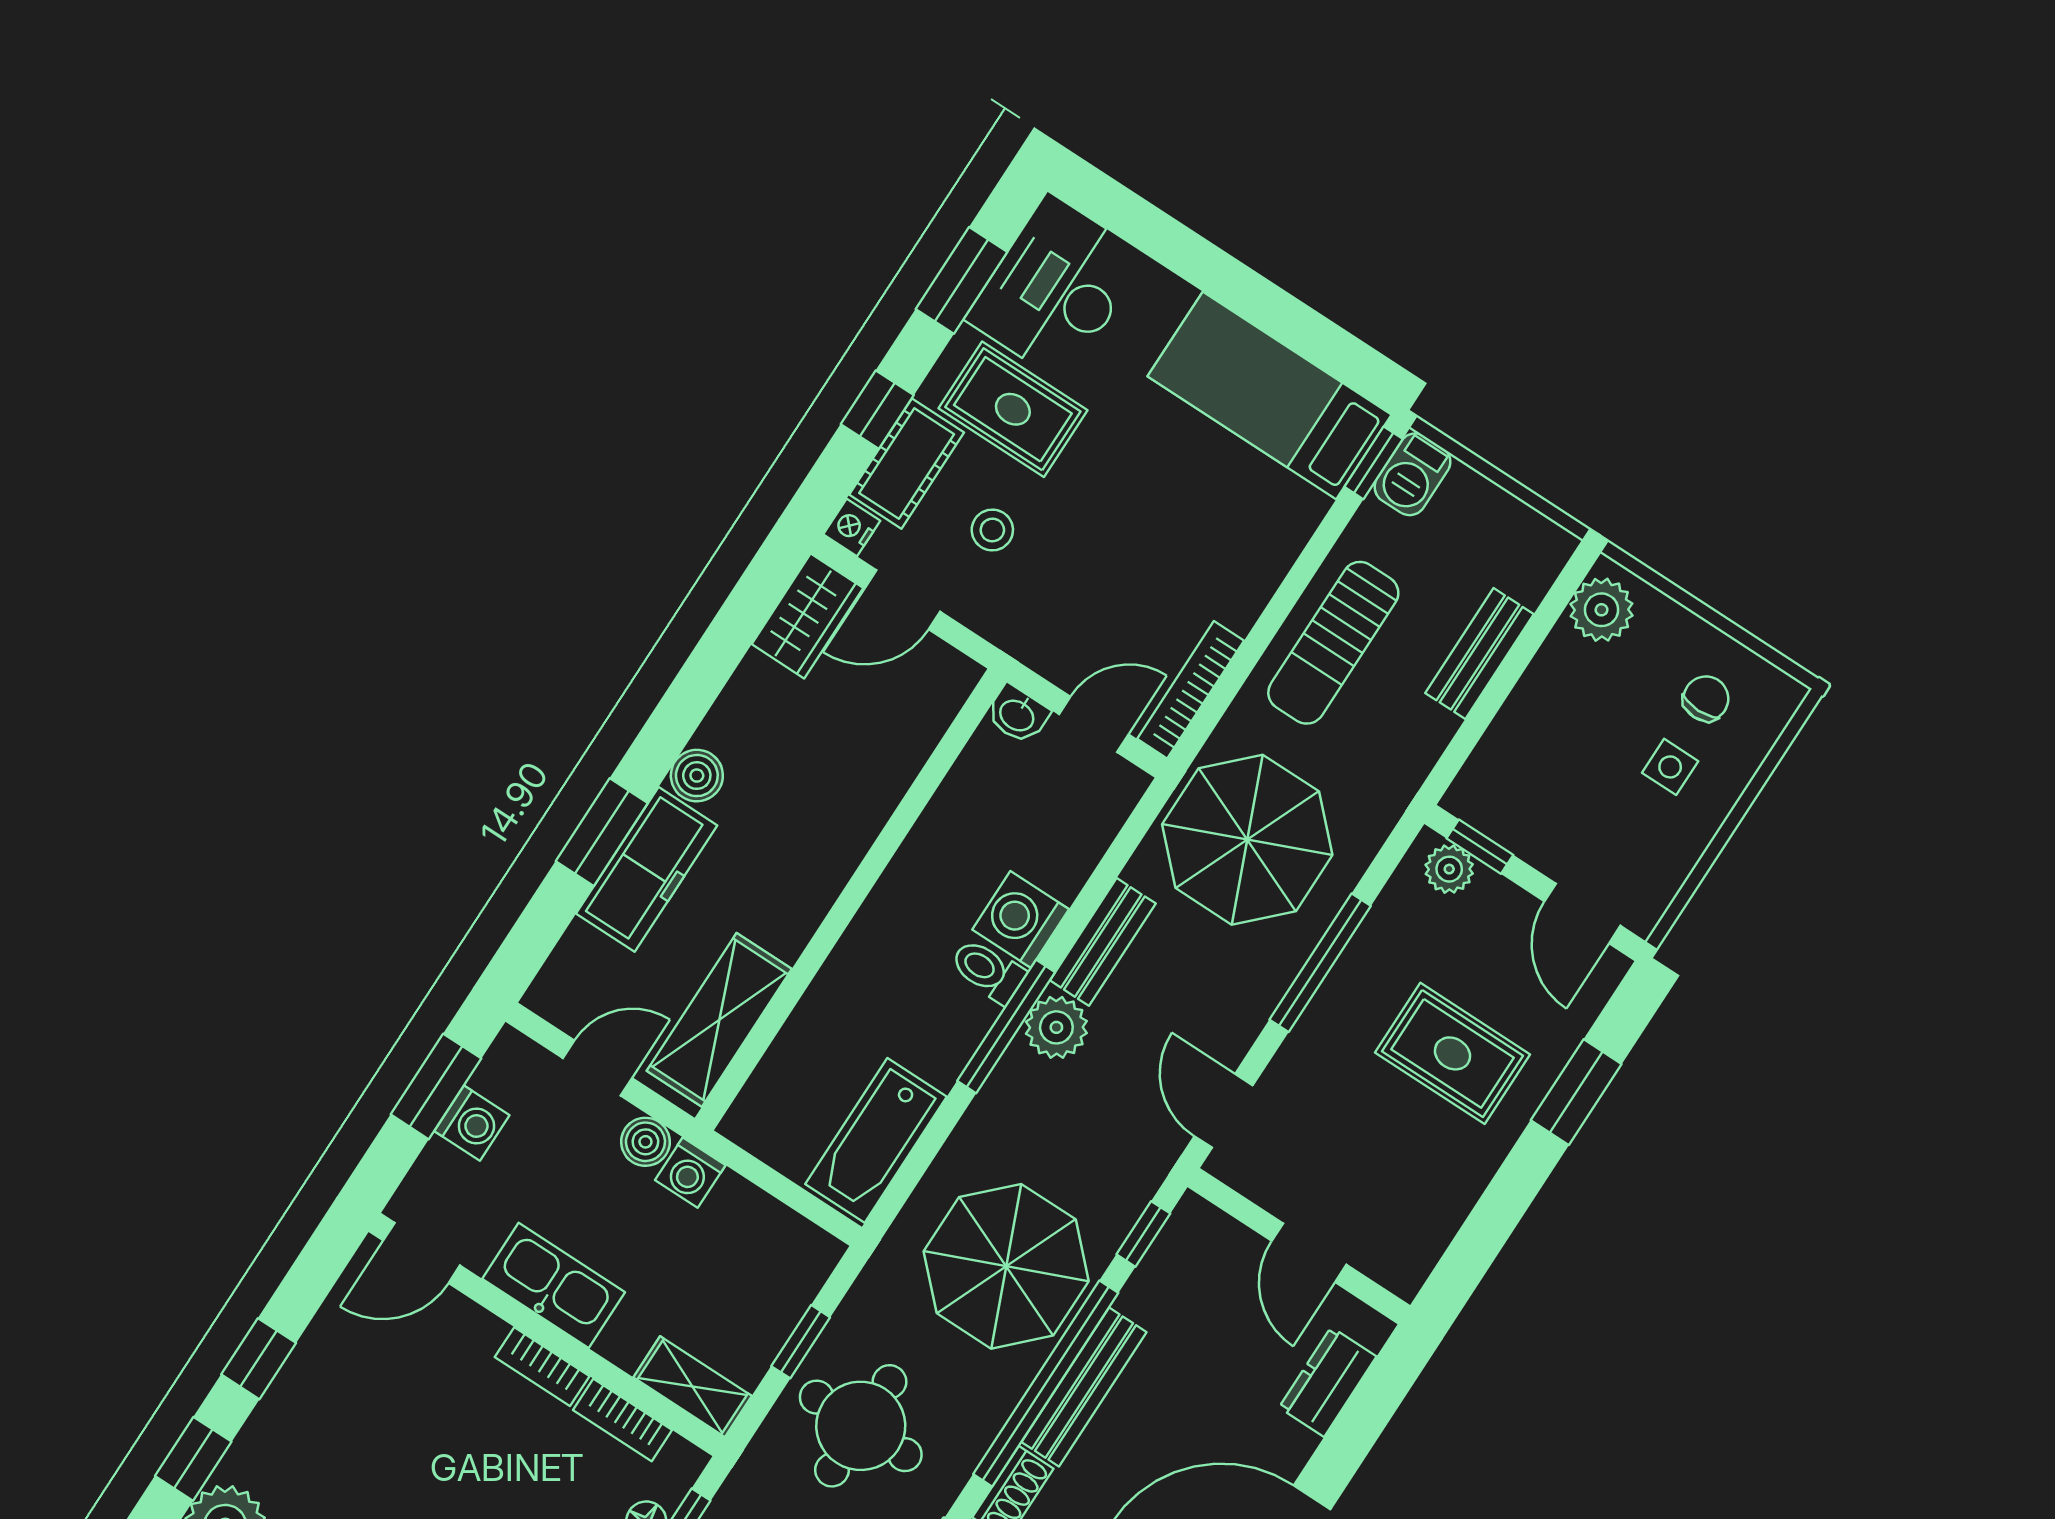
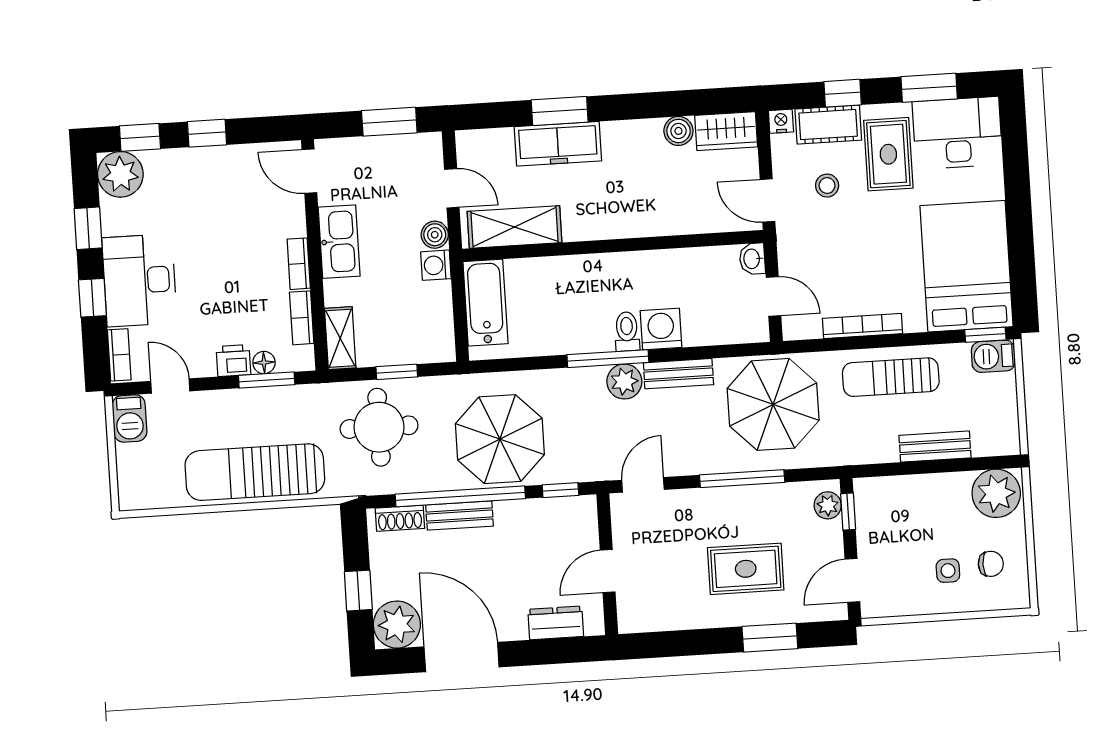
bed: (1269, 395) -> (967, 266), width x1.50
door: (903, 600) -> (767, 200), moved
plant: (1602, 610) -> (996, 493), width x1.36, depth x1.36
bookcase: (1191, 690) -> (862, 326), moved
boiler: (697, 776) -> (678, 131), moved
rug: (1452, 1053) -> (746, 569), turned 90
washing machine: (472, 1123) -> (385, 150), removed
bathtub: (876, 1140) -> (485, 303), moved, turned 90
bench: (1084, 1387) -> (460, 516), width x0.73

